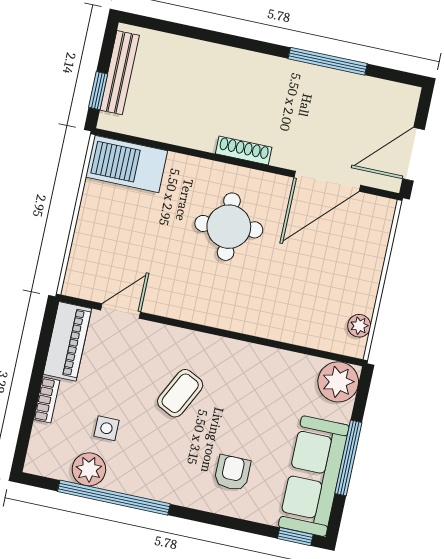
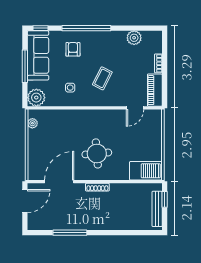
side table: (106, 428) -> (70, 88), moved
armchair: (232, 473) -> (73, 49), turned 180
window: (114, 498) -> (86, 28), moved

